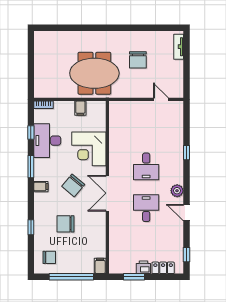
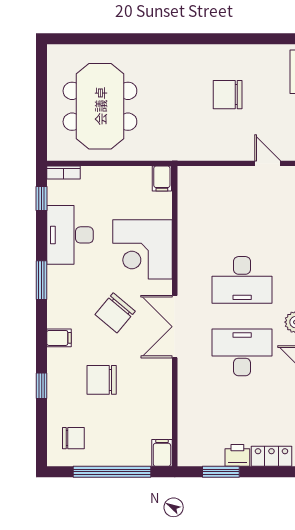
chair: (138, 60) -> (228, 95), turned 90
meeting table: (94, 73) -> (100, 106), moved, turned 90
filing cabinet: (80, 108) -> (162, 179), moved
window: (31, 132) -> (42, 198), moved
desk: (146, 166) -> (242, 280), width x1.37
filing cabinet: (41, 187) -> (59, 338), moved
desk: (146, 208) -> (242, 352), width x1.37

